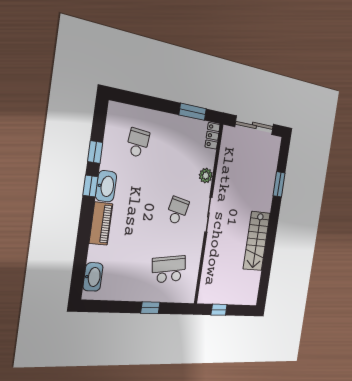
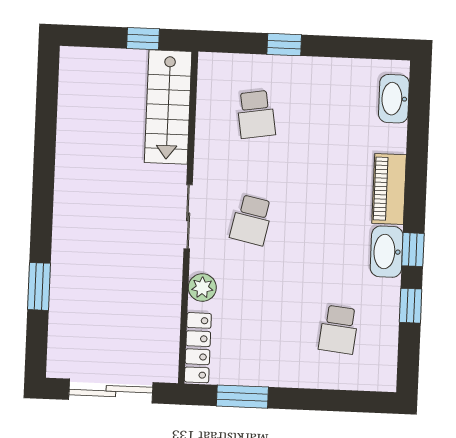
locker: (213, 136) -> (198, 348), width x1.53
stairs: (257, 241) -> (168, 107), moved, turned 180
school desk: (169, 269) -> (256, 114), width x0.54

